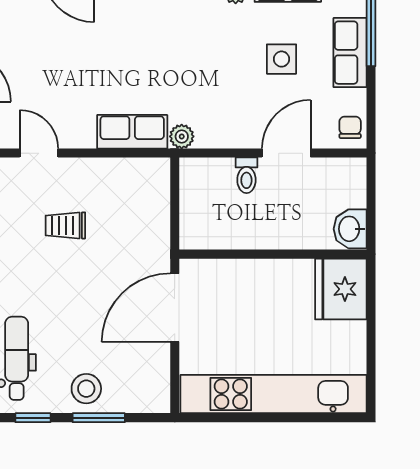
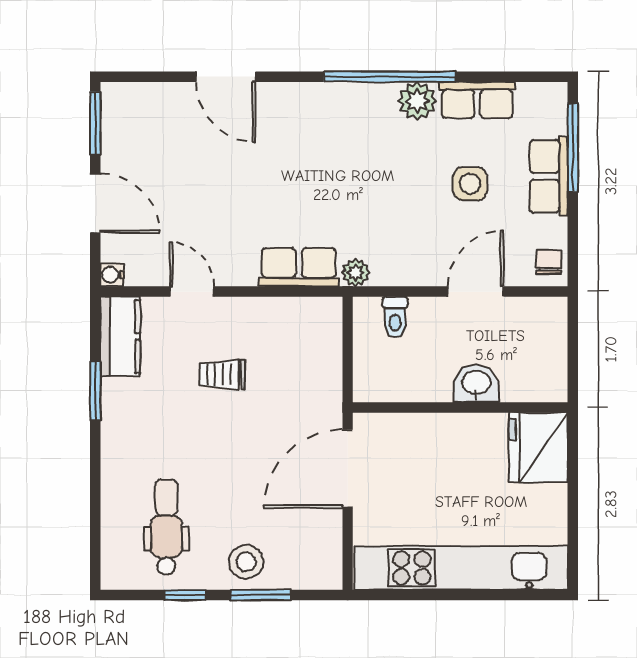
toilet: (246, 175) -> (395, 317), moved
washbasin: (350, 229) -> (476, 383), moved, turned 90

